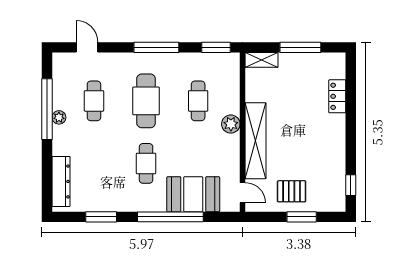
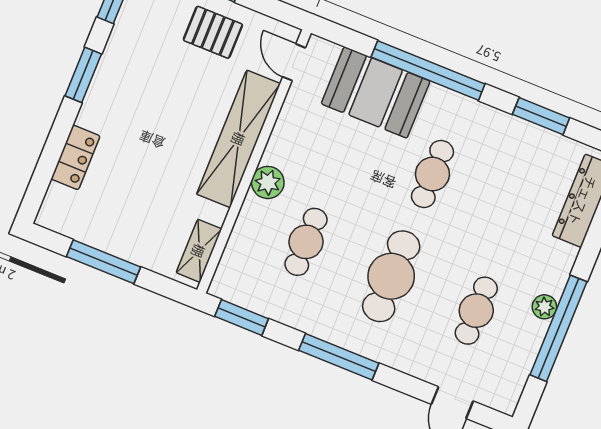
shelving: (262, 60) -> (199, 251), moved, turned 90
window: (351, 141) -> (83, 75), added

